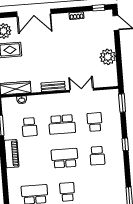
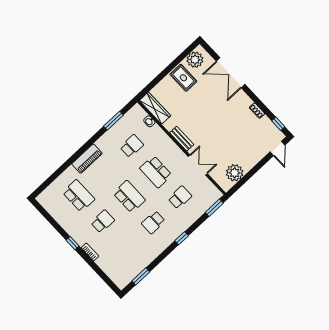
plant: (108, 57) -> (235, 173), moved
school desk: (29, 127) -> (132, 146), turned 180
piano: (12, 154) -> (87, 159), moved

